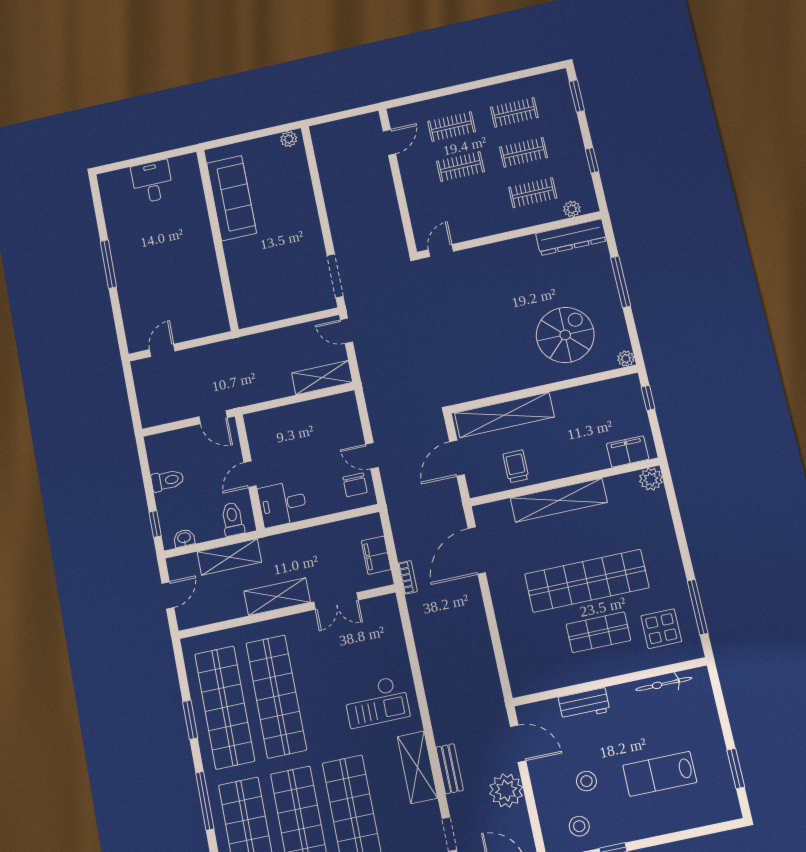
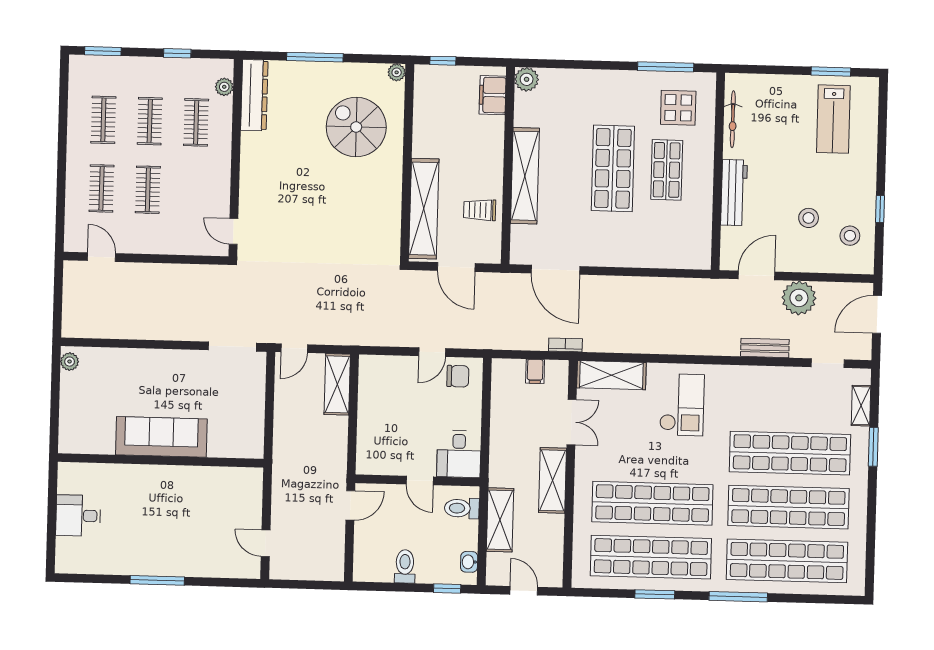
sofa: (232, 198) -> (161, 437), moved
filing cabinet: (376, 555) -> (535, 371), width x0.50
shop shelf: (587, 581) -> (613, 168), width x0.71
workbench: (584, 704) -> (734, 193), width x1.38
shelving: (417, 767) -> (611, 375), moved
lab bench: (660, 774) -> (833, 119), moved

